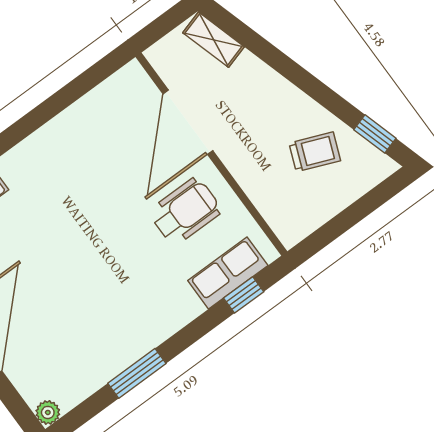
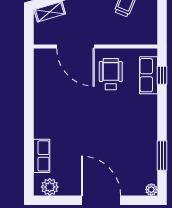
window: (137, 373) -> (162, 156), moved

